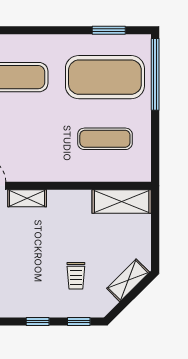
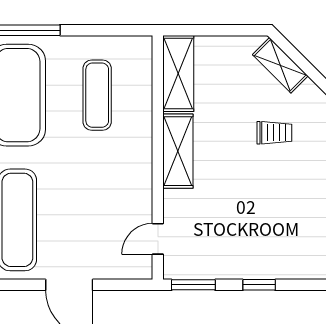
shelving: (27, 198) -> (178, 151), moved, width x1.50, depth x1.33

